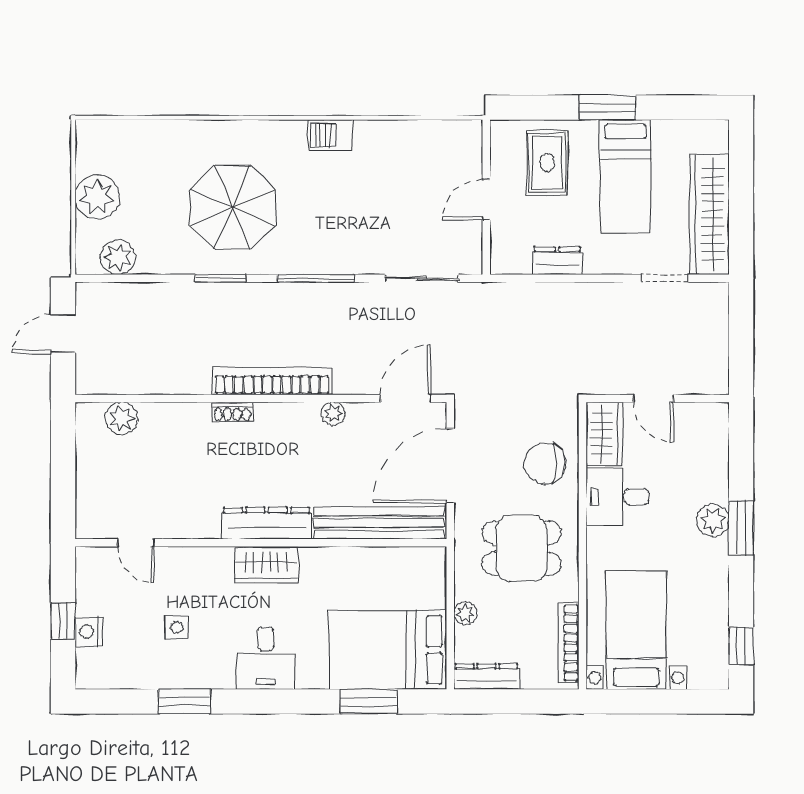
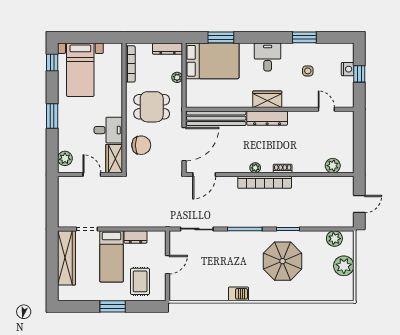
bed: (625, 176) -> (112, 256), moved, turned 180
plant: (333, 414) -> (255, 168), moved
plant: (713, 520) -> (65, 158), moved
bed with nightstands: (636, 630) -> (80, 70), moved

